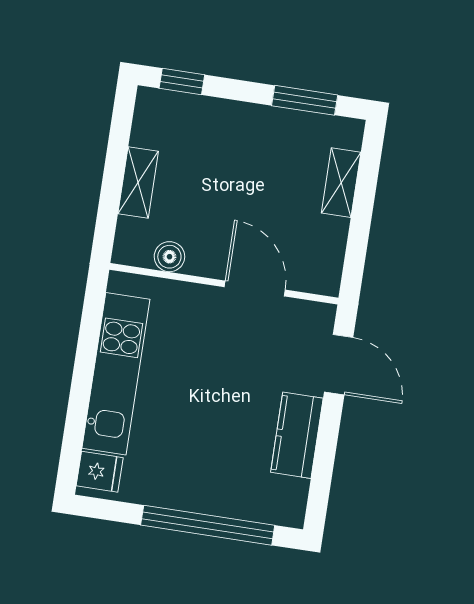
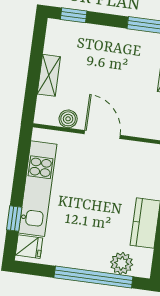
door: (255, 288) -> (102, 135), moved
window: (75, 424) -> (14, 218), added
plant: (256, 503) -> (122, 263), added

